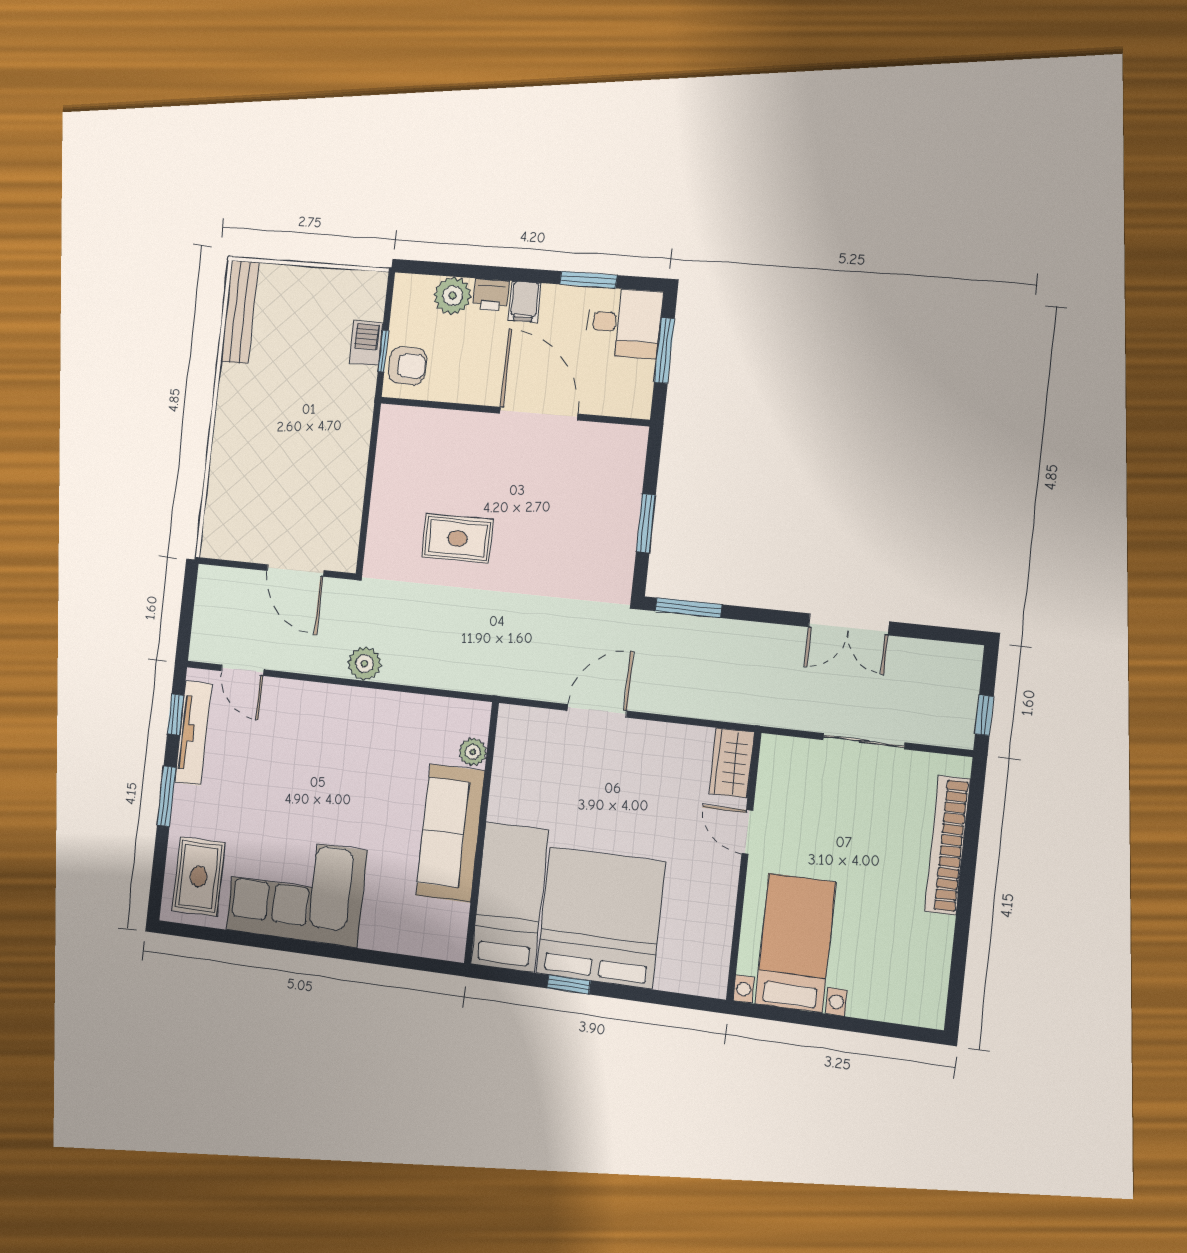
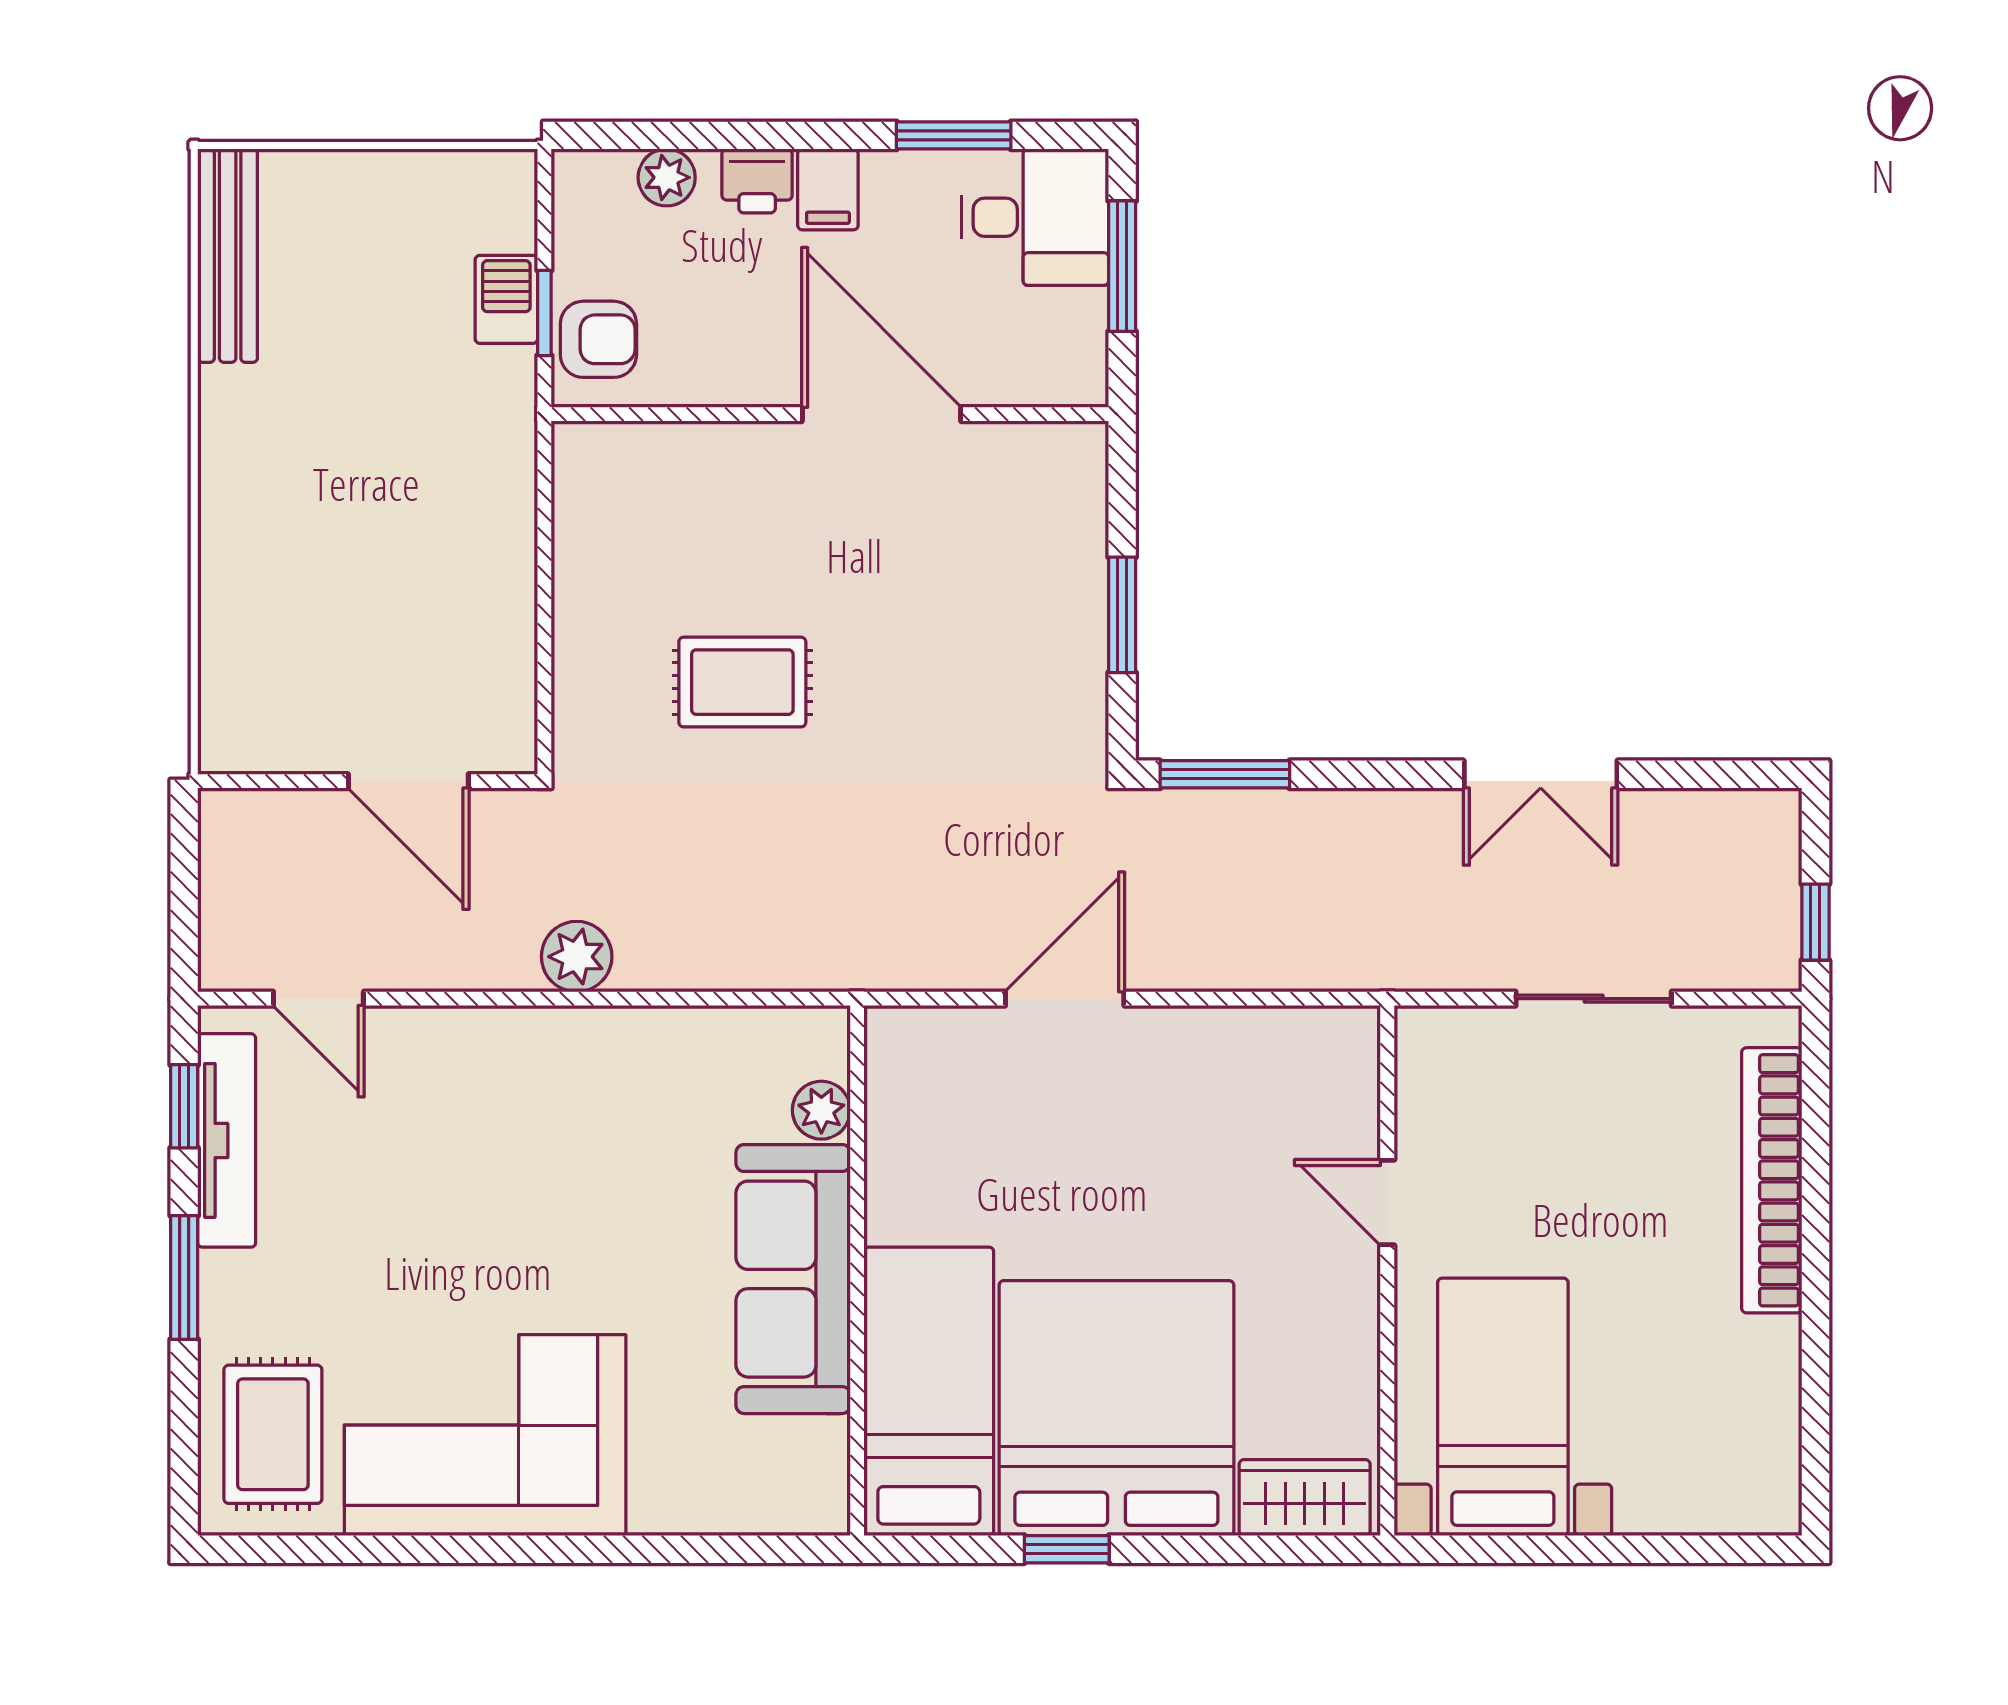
plant: (453, 296) -> (667, 177), width x0.73, depth x0.73
wardrobe: (732, 763) -> (1305, 1498), moved, turned 90

